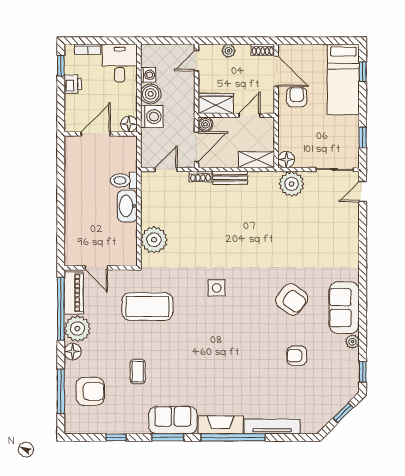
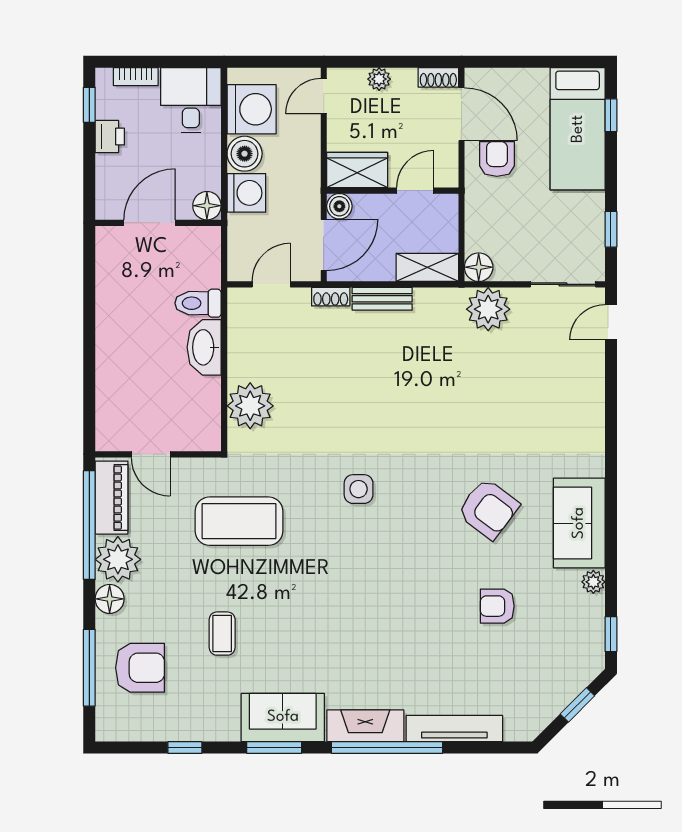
washing machine: (148, 75) -> (252, 109), width x1.89, depth x1.89

